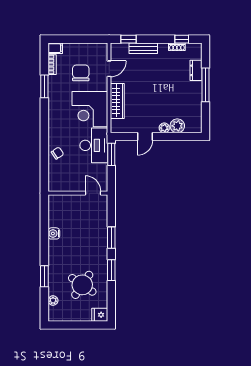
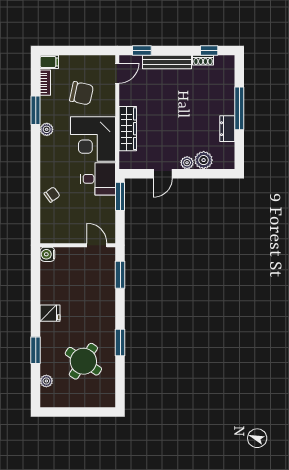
bench: (143, 48) -> (167, 62), width x1.36
door: (109, 69) -> (117, 73), moved
dresser: (196, 70) -> (227, 129), moved
chair: (81, 73) -> (82, 93), turned 102
plant: (53, 101) -> (47, 129), added
desk: (94, 145) -> (98, 179), width x0.73
water cooler: (54, 233) -> (47, 254), moved
window: (111, 238) -> (120, 275), moved
fridge: (100, 315) -> (50, 313), moved, turned 180

